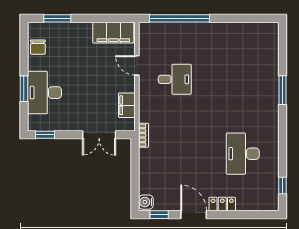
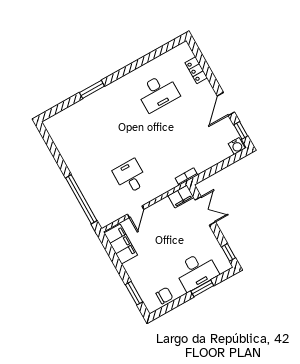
filing cabinet: (127, 105) -> (181, 197), moved
window: (282, 186) -> (165, 48), removed
locker: (222, 204) -> (196, 70), moved

